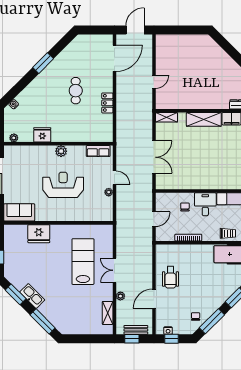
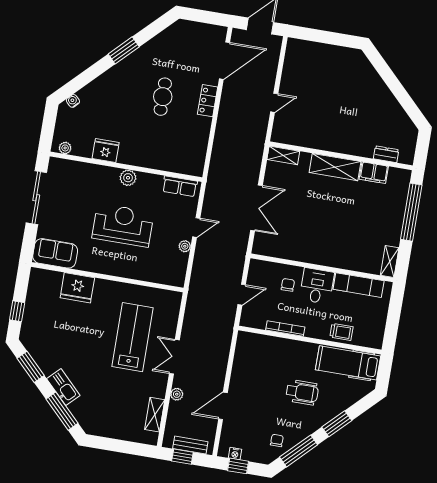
locker: (107, 103) -> (208, 101), moved
door: (114, 178) -> (196, 227), hinge flipped
wheelchair: (170, 277) -> (302, 392), moved, turned -90
kitchen sink: (32, 296) -> (63, 387), moved

